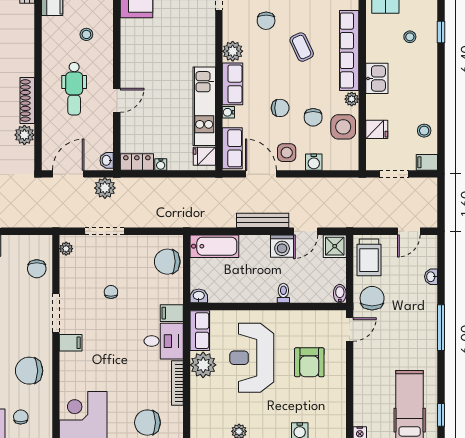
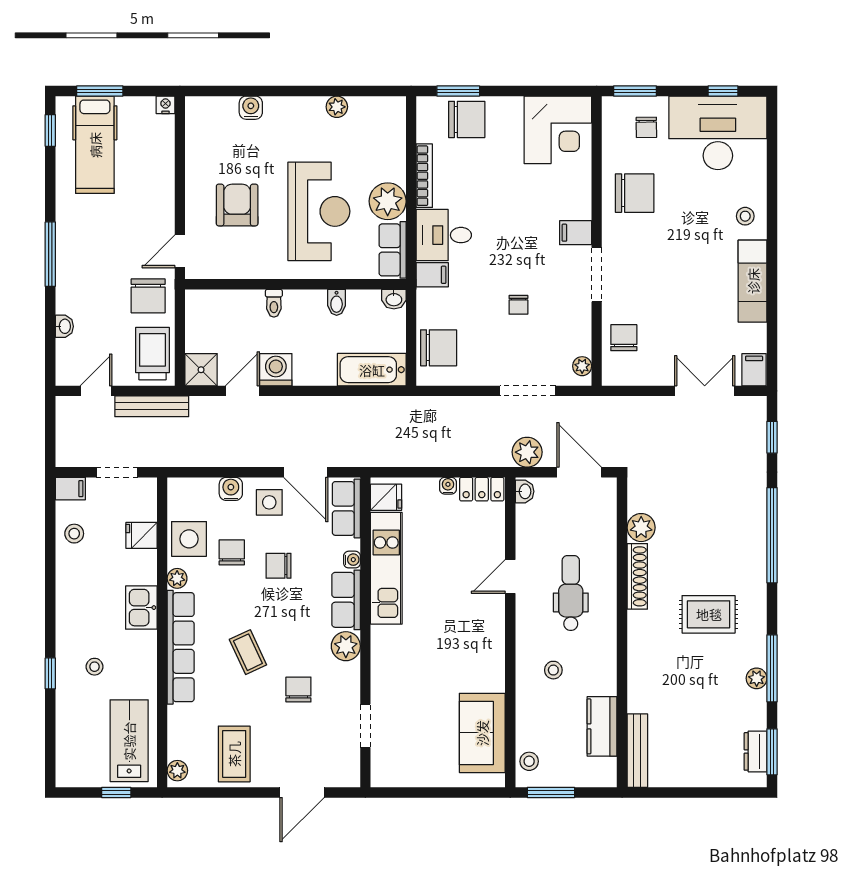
door: (68, 174) -> (579, 472), swing flipped
bench: (263, 220) -> (152, 406), moved
bidet: (340, 294) -> (337, 302), moved

